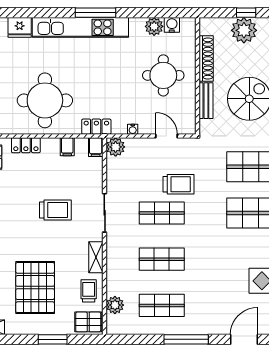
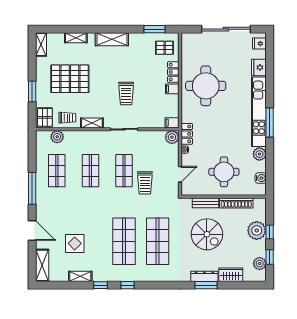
plant: (154, 26) -> (259, 154), moved
locker: (96, 127) -> (187, 134), moved
filing cabinet: (67, 147) -> (172, 89), moved

